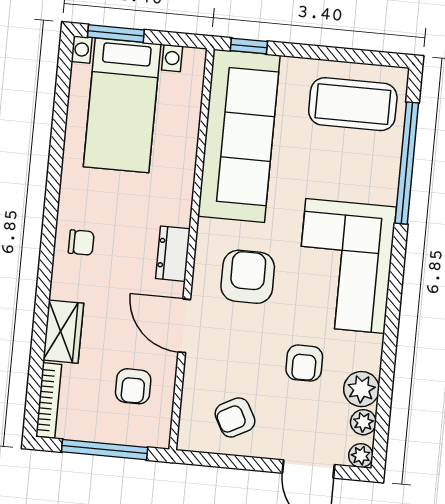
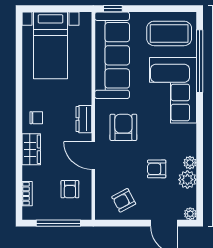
window: (116, 33) -> (44, 9), removed
corner sofa: (345, 266) -> (173, 90), moved
wardrobe: (63, 332) -> (31, 149), moved
armchair: (304, 363) -> (157, 169), turned 90
bookcase: (49, 400) -> (27, 194), width x0.64
plant: (363, 422) -> (190, 163), moved

